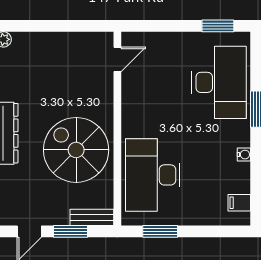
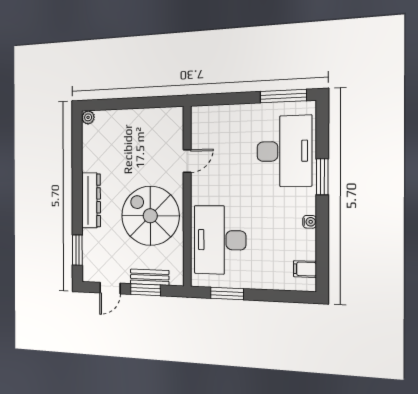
window: (218, 26) -> (283, 96), width x1.44
door: (117, 59) -> (187, 161), moved
bench: (92, 217) -> (150, 277), moved

